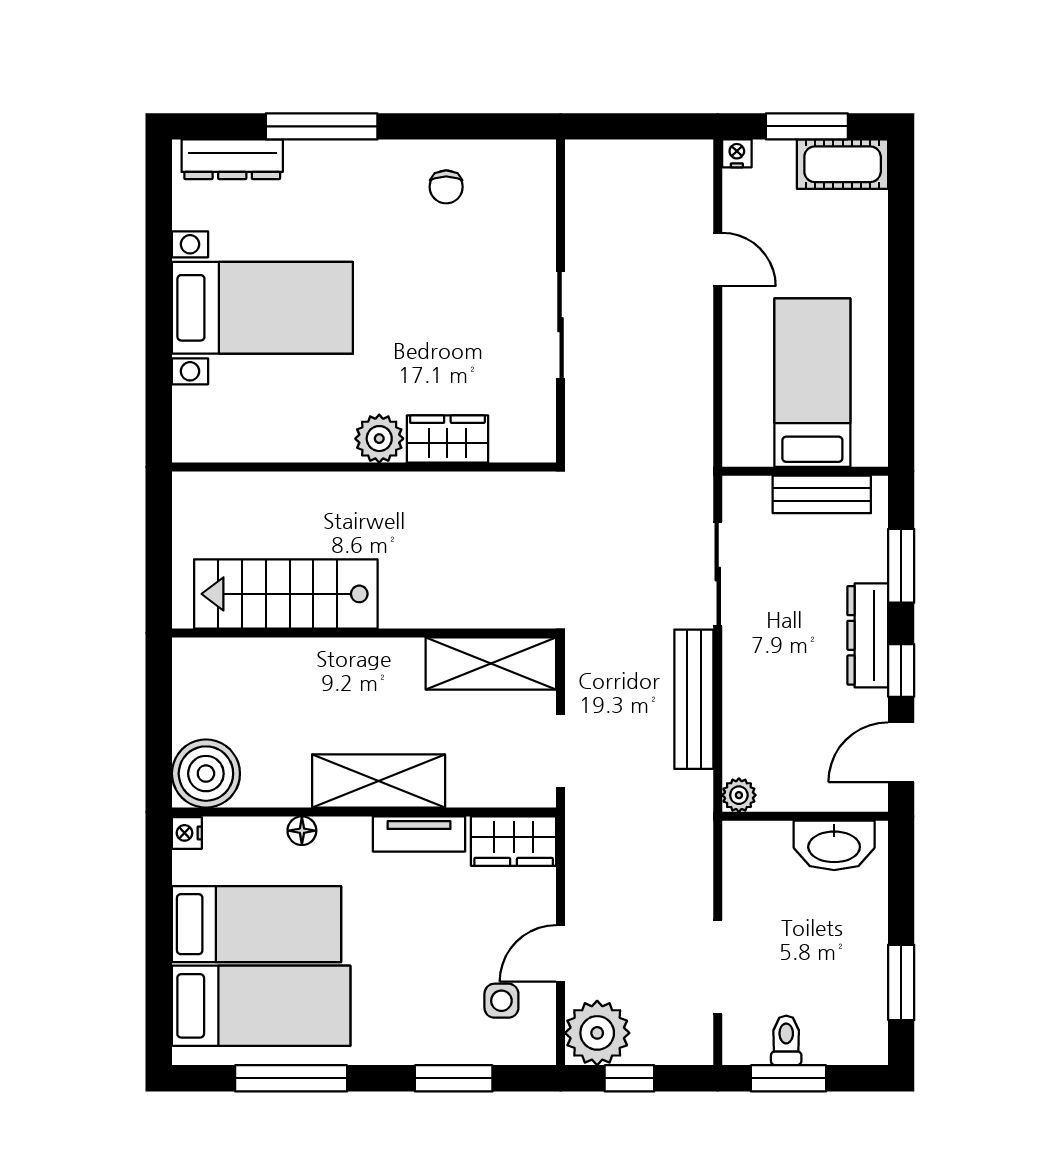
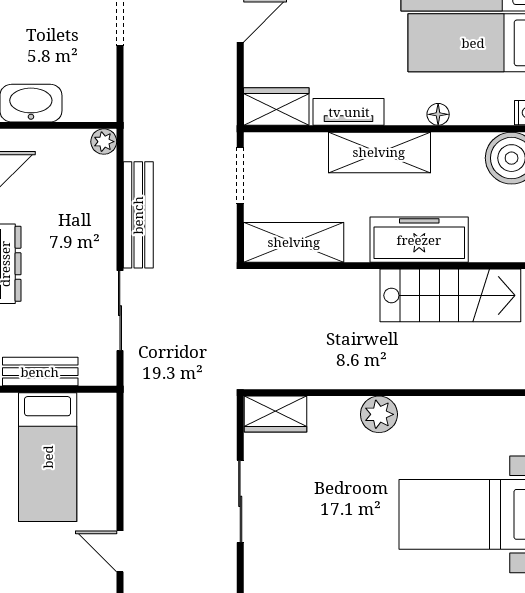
wardrobe: (447, 439) -> (275, 414), moved
freezer: (327, 667) -> (419, 240), added

